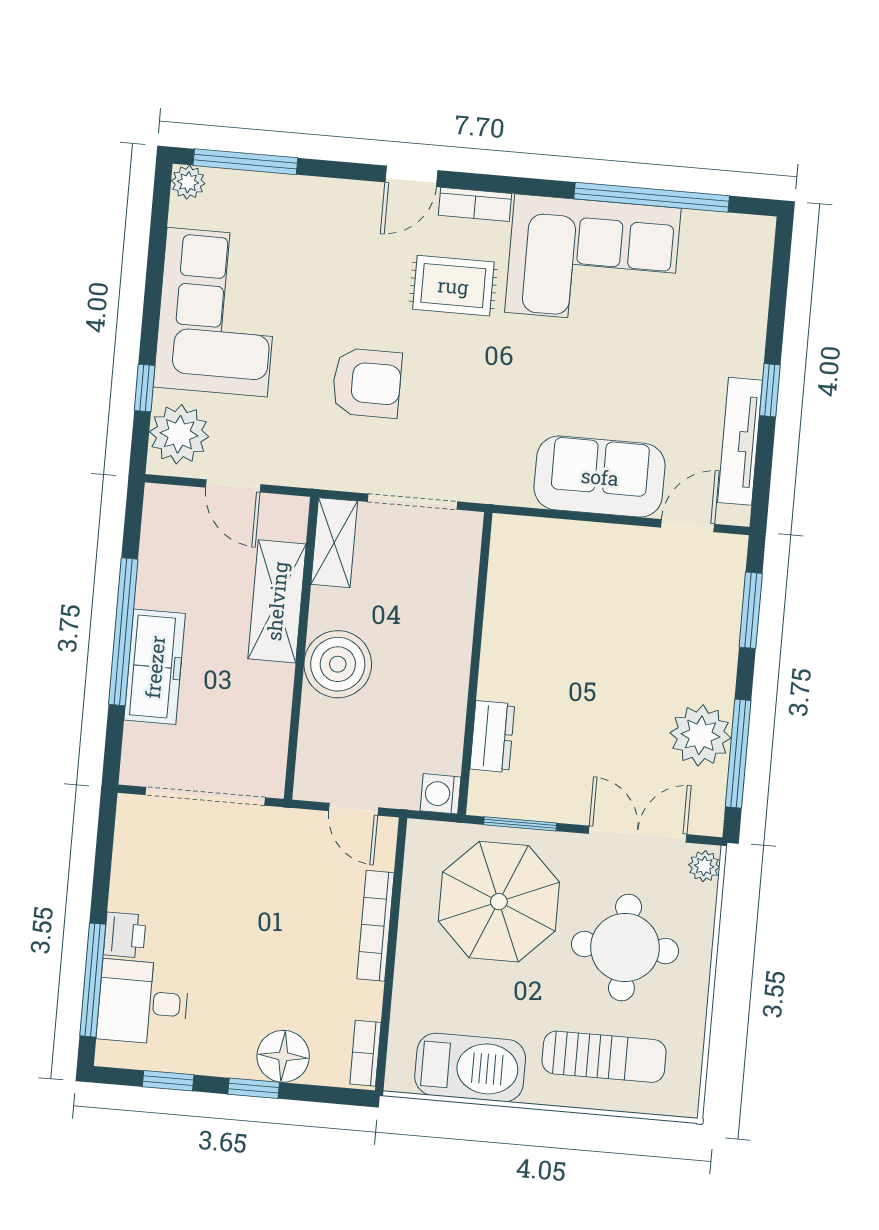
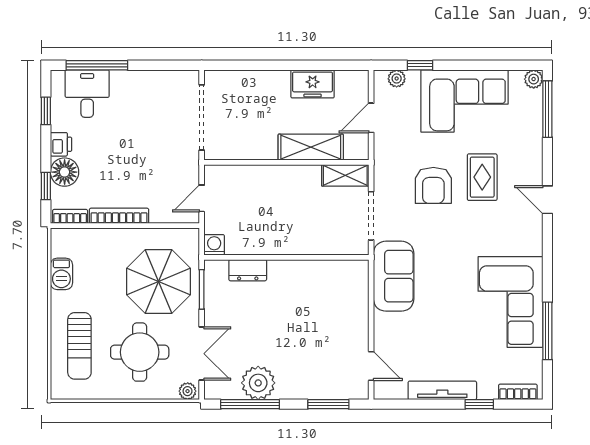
window: (652, 197) -> (547, 331), width x0.68
bookcase: (475, 204) -> (518, 392), moved, turned 90
rug: (453, 286) -> (482, 177), moved
window: (770, 390) -> (479, 404), moved
plant: (179, 434) -> (397, 79), width x0.53, depth x0.53
tv unit: (740, 441) -> (442, 390), moved
sofa: (600, 477) -> (394, 276), moved
window: (123, 632) -> (287, 65), removed
boiler: (338, 664) -> (280, 183), removed
freezer: (155, 667) -> (313, 84), moved, width x0.71
bookcase: (375, 926) -> (119, 216), moved
printer: (125, 935) -> (61, 144), moved, turned -90
barbecue: (470, 1067) -> (61, 274), width x0.53, depth x0.65
window: (254, 1088) -> (46, 186), moved

